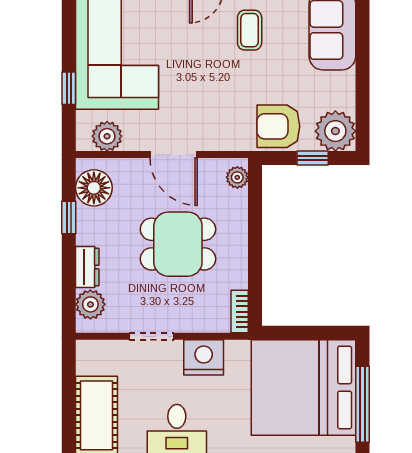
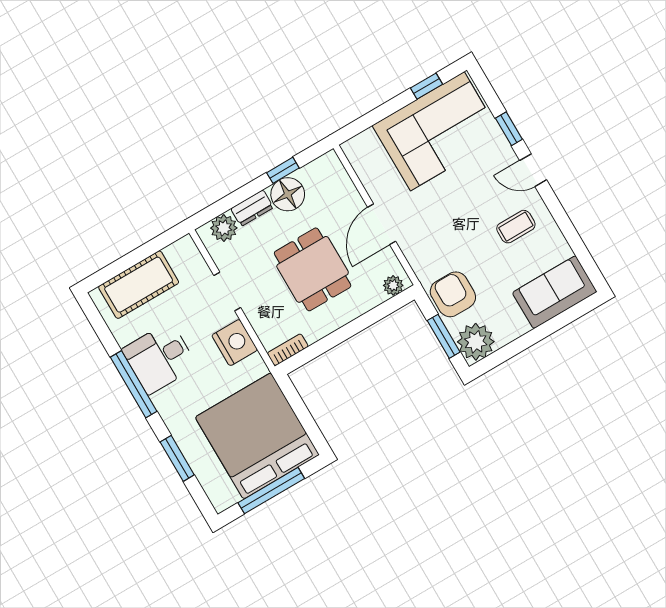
window: (69, 88) -> (427, 86), moved
plant: (107, 136) -> (365, 163), removed
window: (313, 158) -> (444, 336), width x1.50
floor lamp: (94, 188) -> (288, 194), moved

